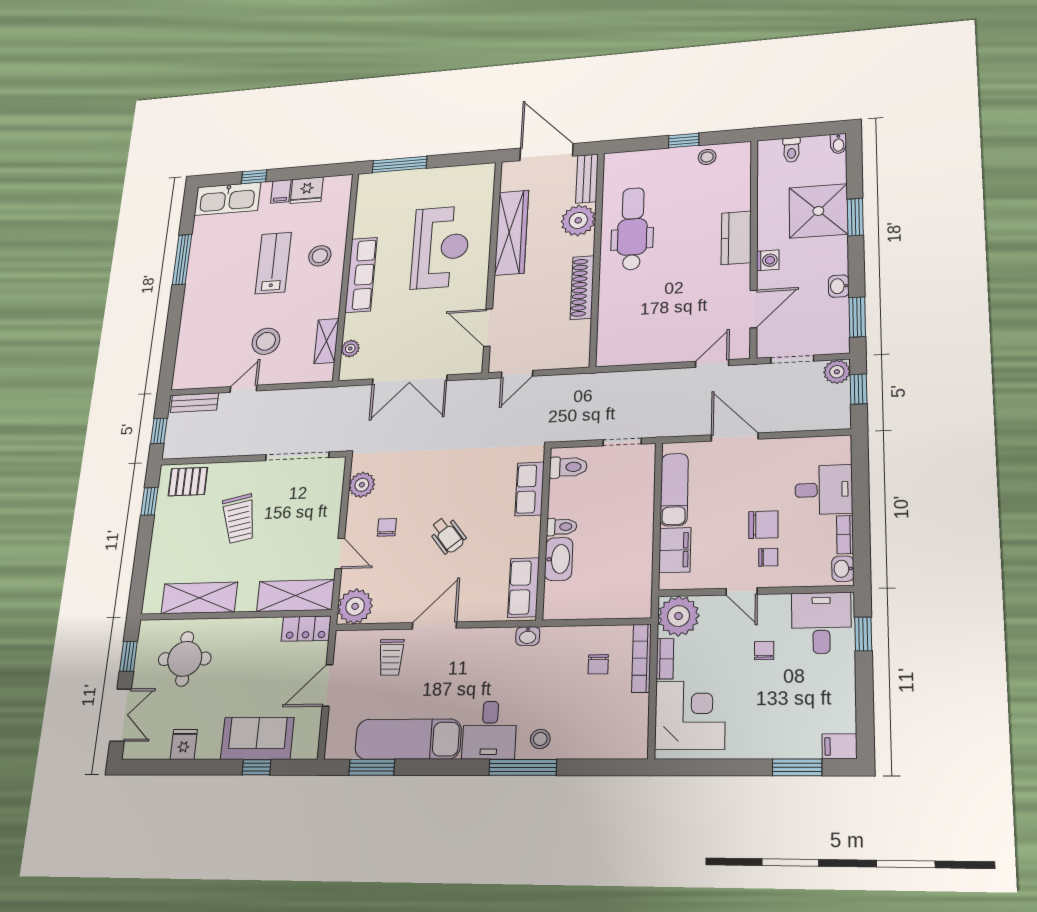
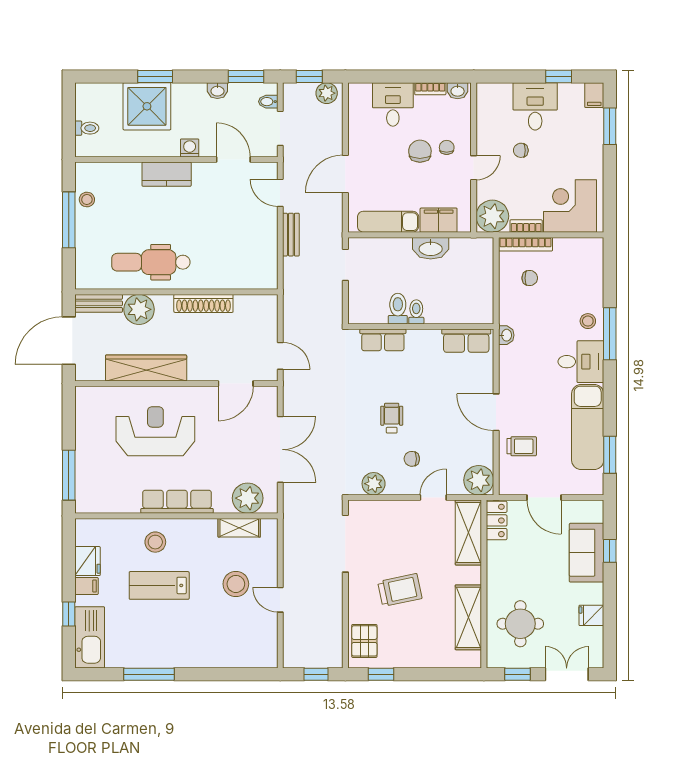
window: (684, 141) -> (69, 220), width x2.17
bidet: (839, 144) -> (268, 102), moved, turned 180
plant: (350, 348) -> (248, 498), width x1.87, depth x1.87
plant: (837, 372) -> (327, 93), moved
bench: (194, 403) -> (291, 235), moved
toilet: (568, 467) -> (398, 309), moved
wheelchair: (447, 535) -> (392, 418), moved, turned -52
washbasin: (559, 559) -> (431, 248), moved, turned 180
desk: (821, 623) -> (535, 106), moved, turned 90
window: (863, 634) -> (559, 76), moved

